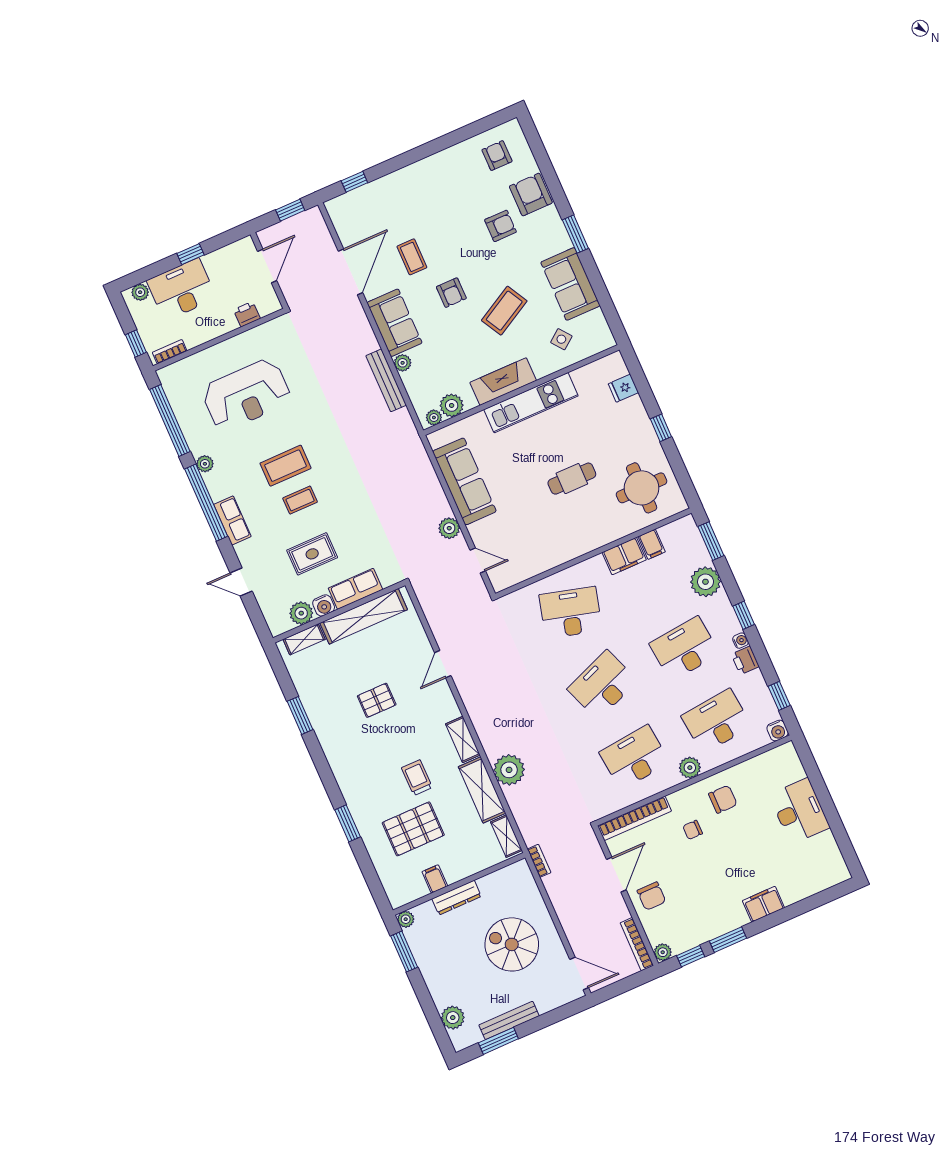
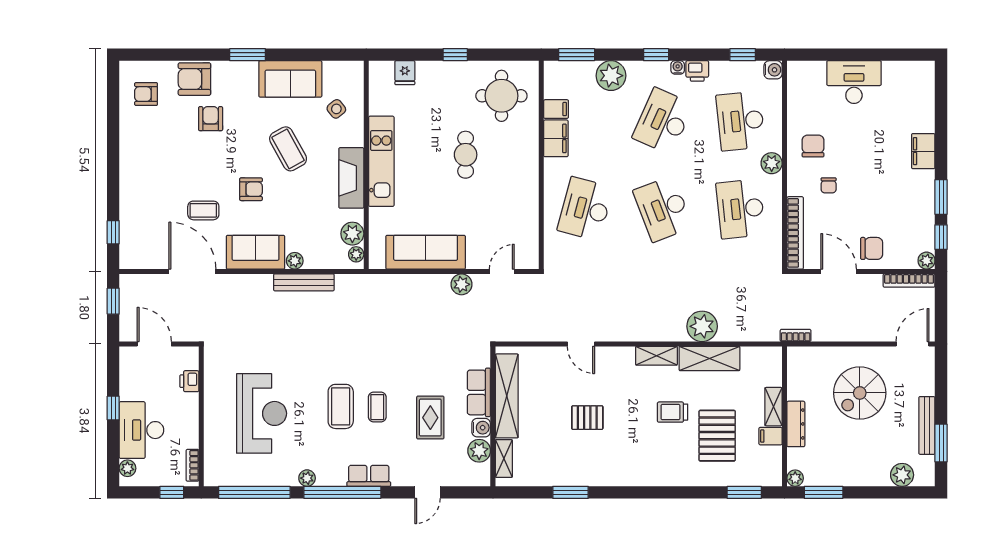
desk: (684, 649) -> (663, 121), turned 30
pallet: (377, 700) -> (587, 418), turned 90
window: (348, 823) -> (744, 492), moved
shelving: (506, 836) -> (774, 407), moved, turned 90

